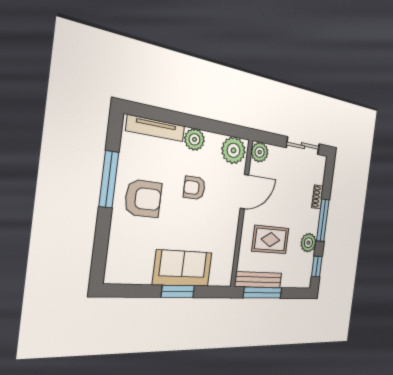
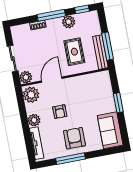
sliding door: (303, 146) -> (13, 59), moved
door: (244, 192) -> (52, 80), hinge flipped
sofa: (183, 268) -> (110, 130), moved

